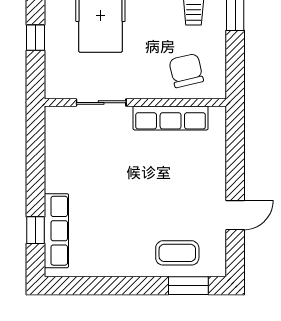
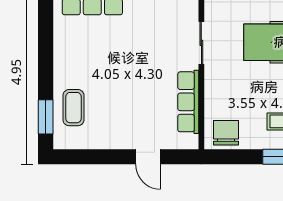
chair: (186, 71) -> (226, 133), moved, turned -77
door: (235, 215) -> (148, 157), moved

